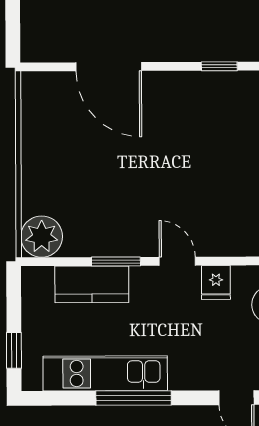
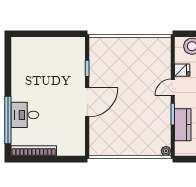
door: (109, 67) -> (87, 102), moved
plant: (42, 237) -> (166, 151), width x0.53, depth x0.53

